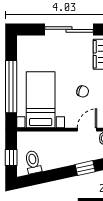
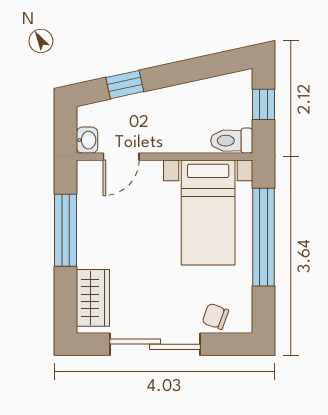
chair: (83, 91) -> (215, 316), moved
toilet: (33, 162) -> (232, 141), moved, turned 102

